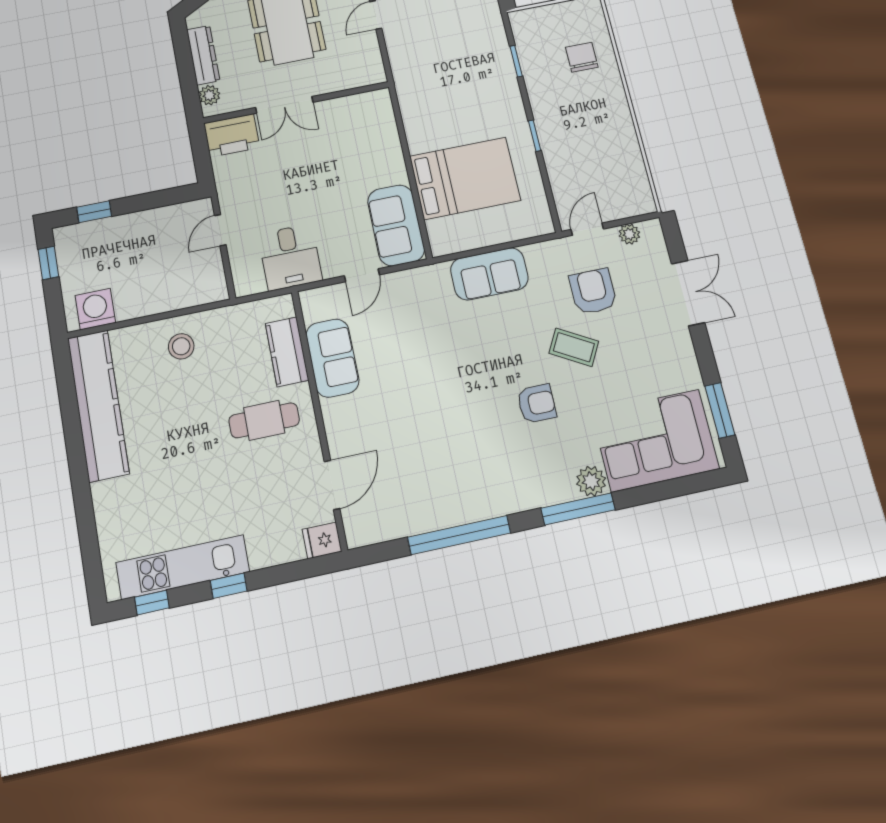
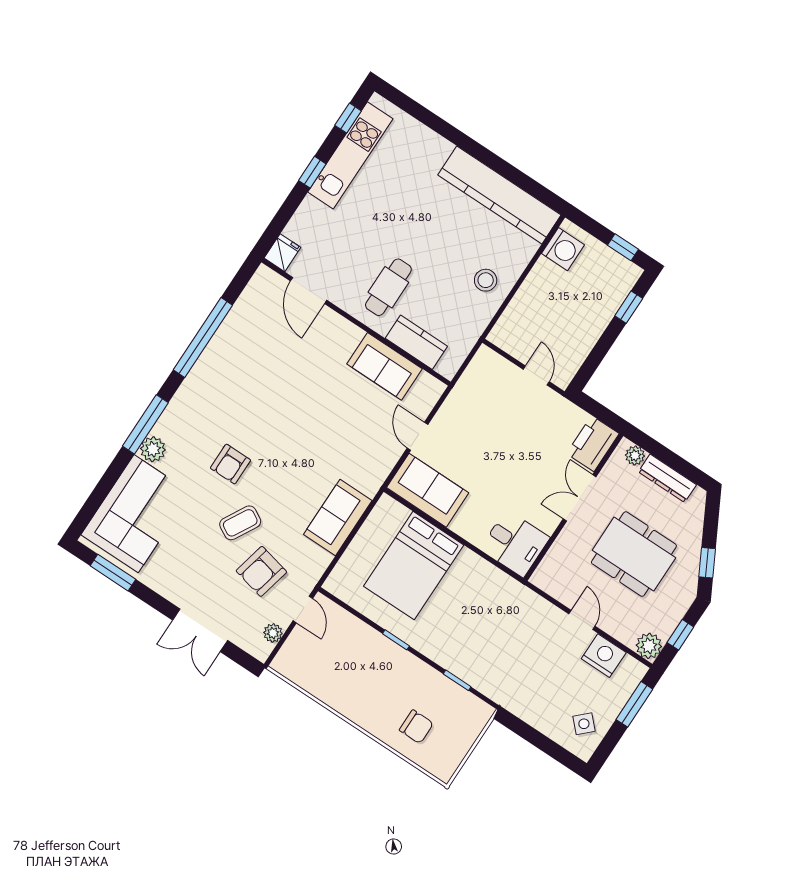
desk: (290, 257) -> (515, 543), moved, turned 180
armchair: (593, 291) -> (261, 571), turned 103

